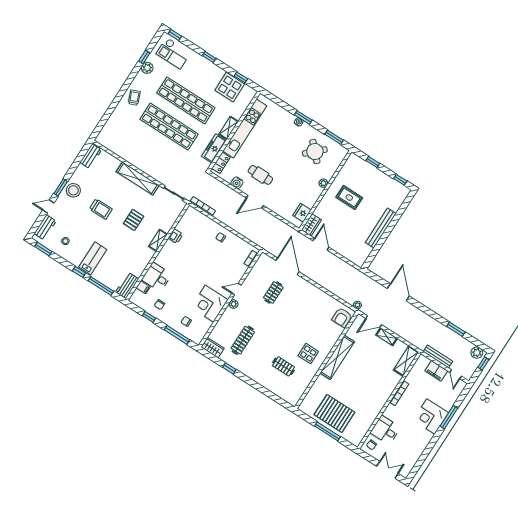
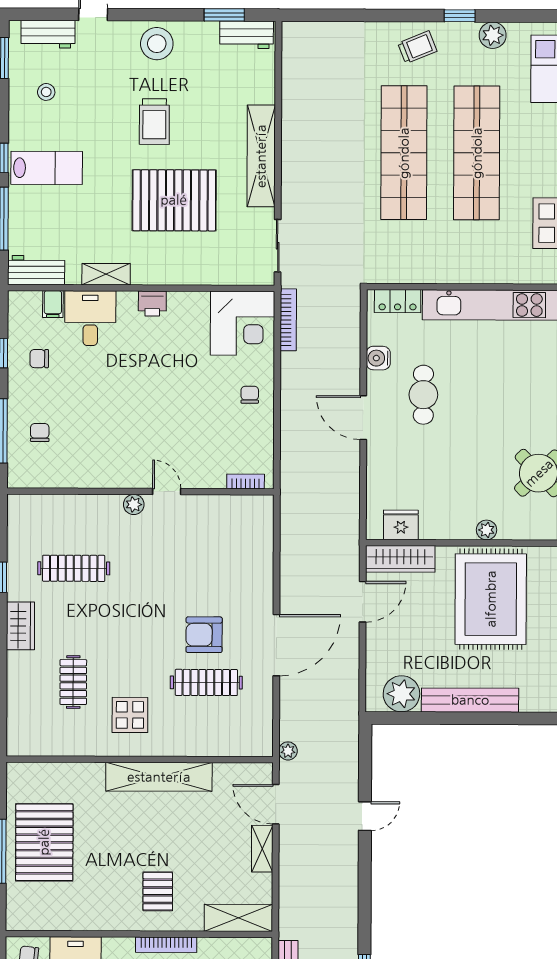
window: (144, 57) -> (460, 16), moved
shelving: (229, 128) -> (476, 273), removed
freezer: (214, 148) -> (417, 269), removed
window: (61, 187) -> (224, 15), moved
rug: (349, 197) -> (491, 599), width x1.86, depth x2.06
pallet: (134, 220) -> (174, 200), width x2.05, depth x2.00
wardrobe: (311, 225) -> (400, 559), width x1.50
printer: (175, 236) -> (152, 304), moved
shelving: (158, 240) -> (106, 274), moved
plant: (363, 251) -> (401, 694), added
door: (287, 266) -> (276, 645), moved
door: (398, 292) -> (365, 816), width x0.53
clothes rail: (273, 293) -> (206, 682), moved, width x1.36
corner desk: (210, 304) -> (243, 323), moved, turned 180
armchair: (342, 317) -> (204, 635), moved
wardrobe: (213, 348) -> (20, 626), moved
pallet: (378, 384) -> (158, 891), added

